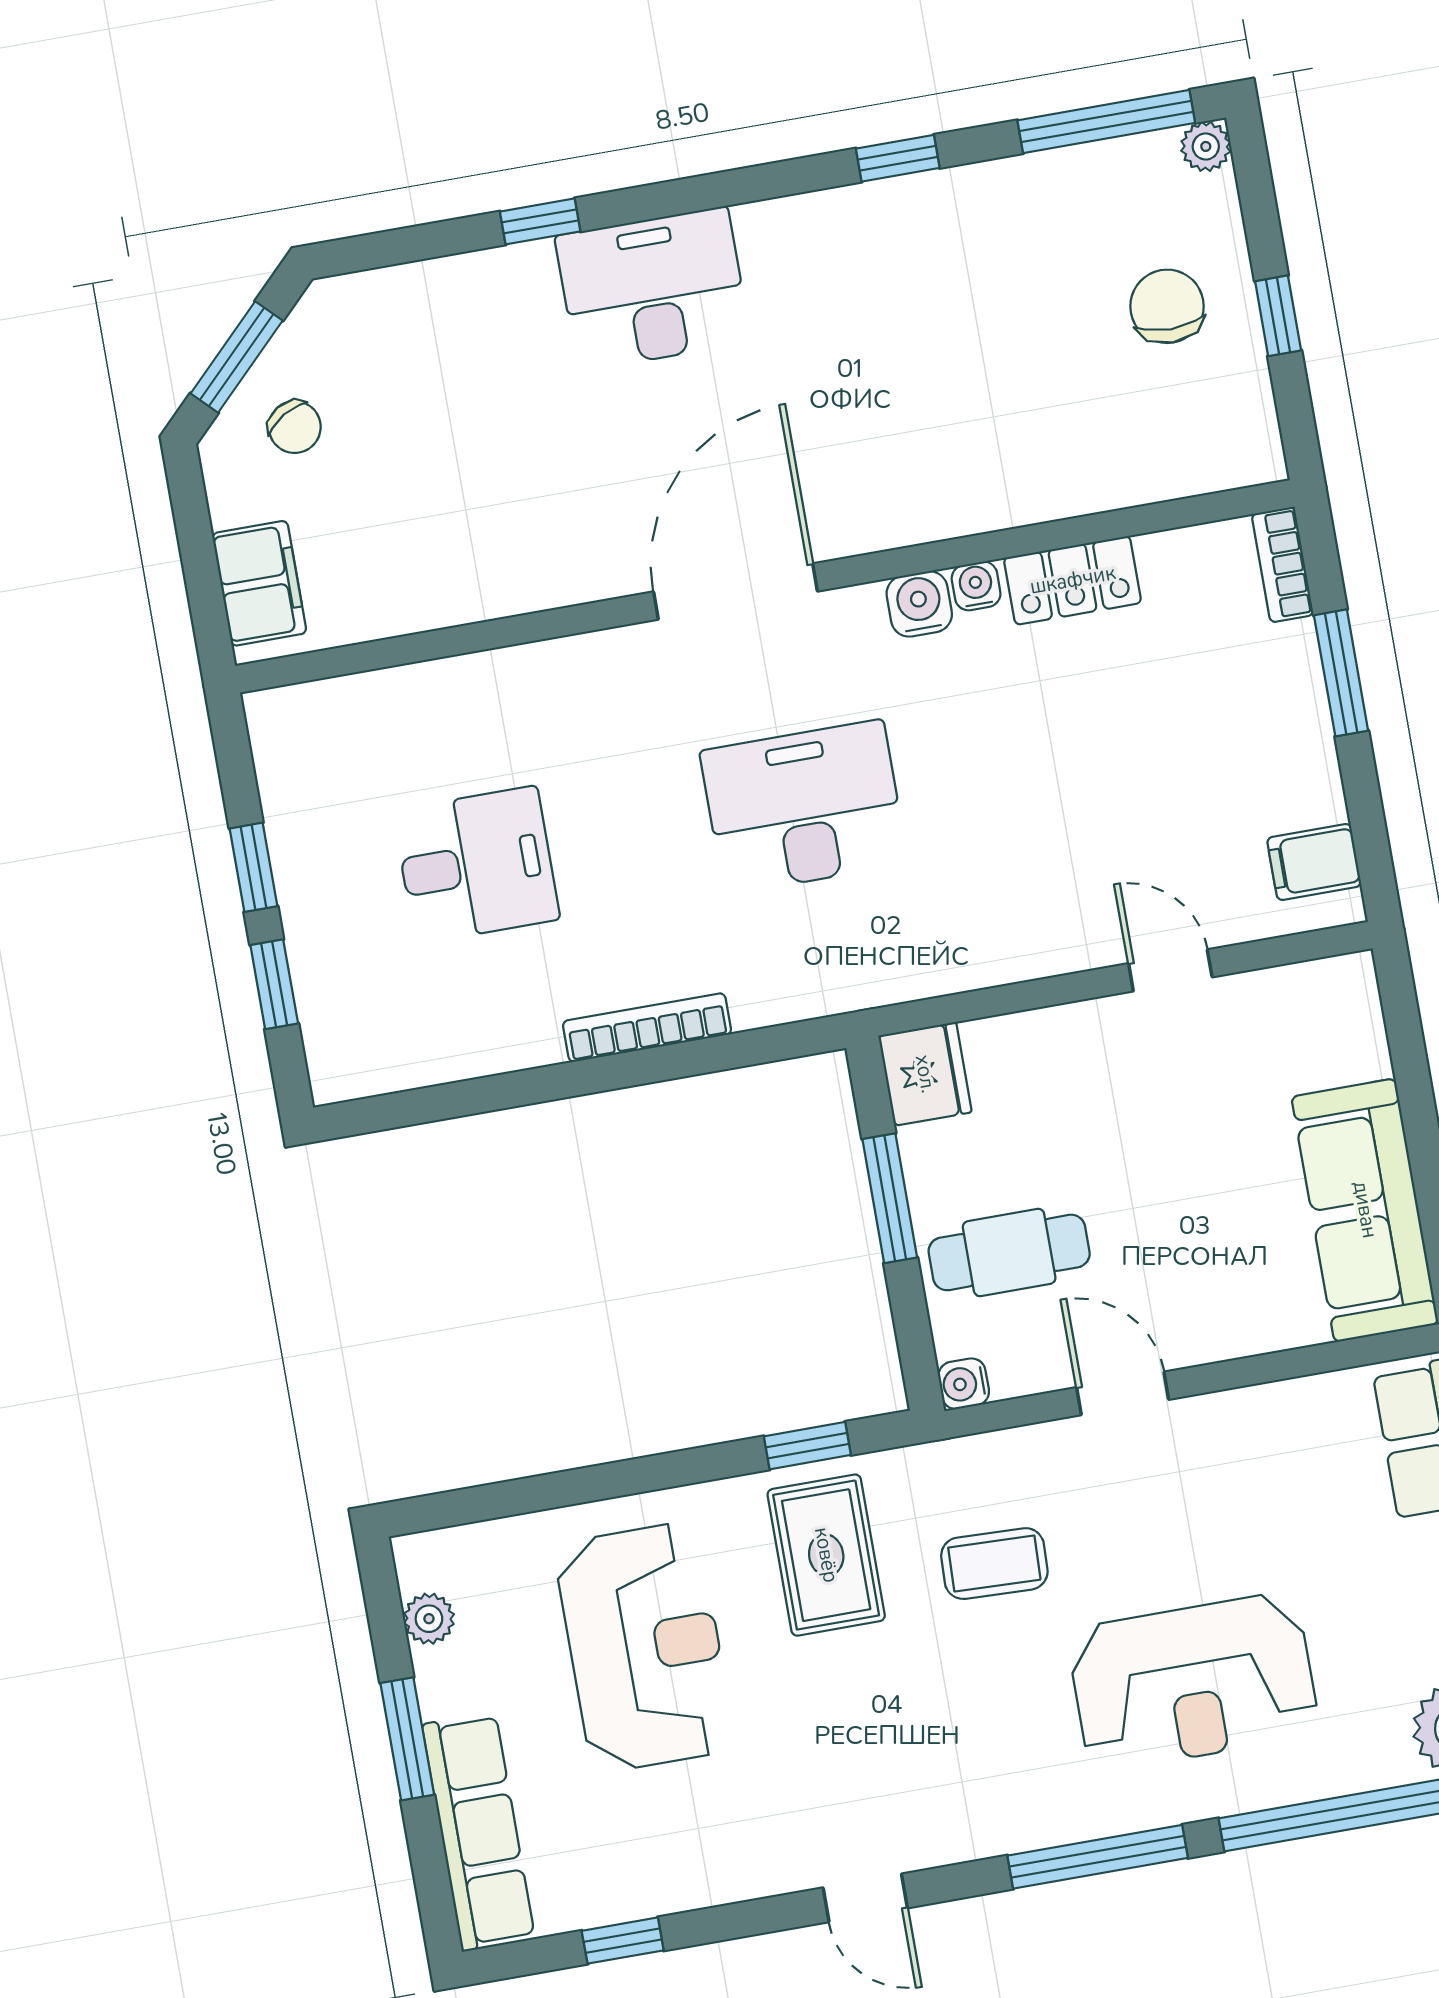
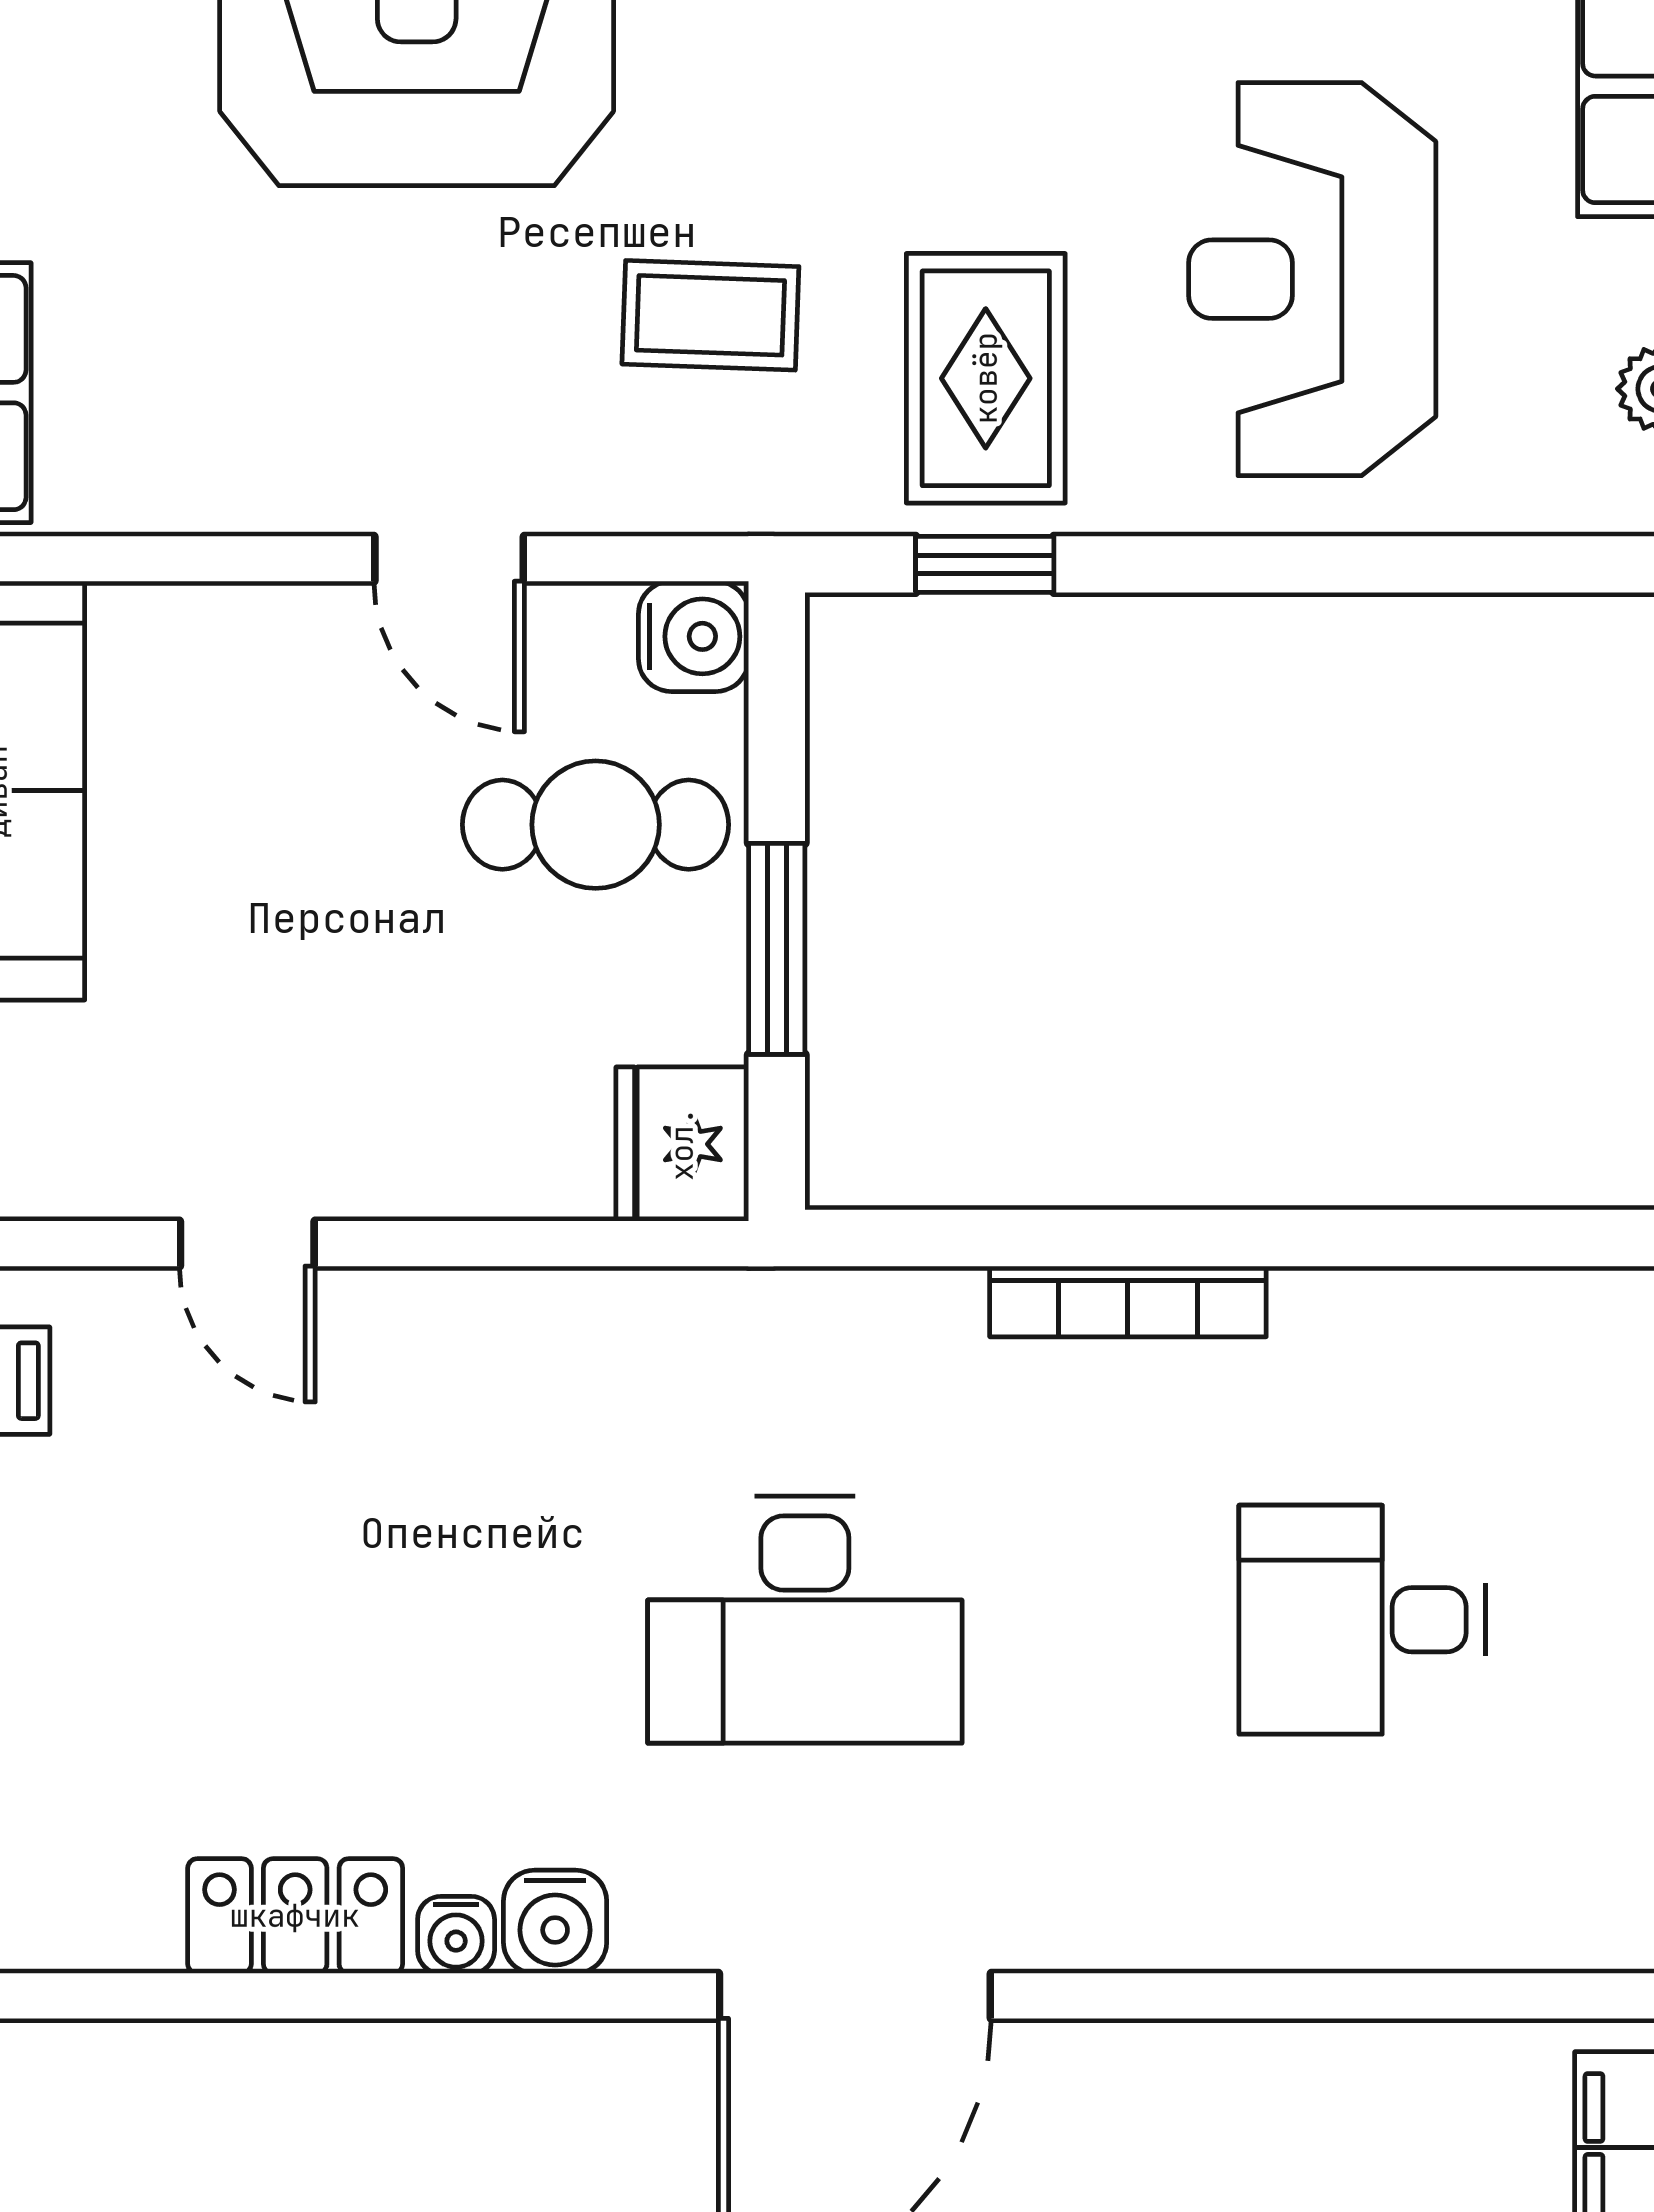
water cooler: (964, 1384) -> (694, 636), width x1.38, depth x1.38

